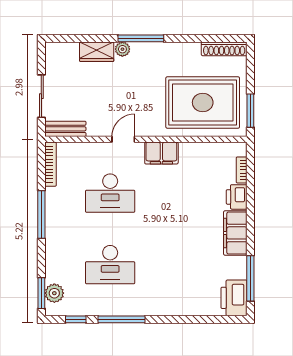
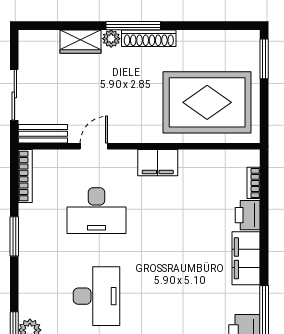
shoe rack: (224, 49) -> (149, 38), moved
window: (250, 111) -> (264, 59), moved
door: (123, 139) -> (94, 146), moved
window: (41, 215) -> (14, 236), width x0.69
desk: (110, 265) -> (97, 296), turned -90

